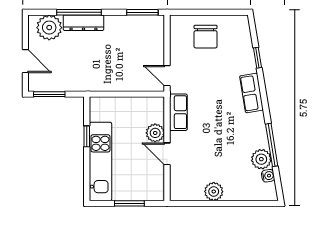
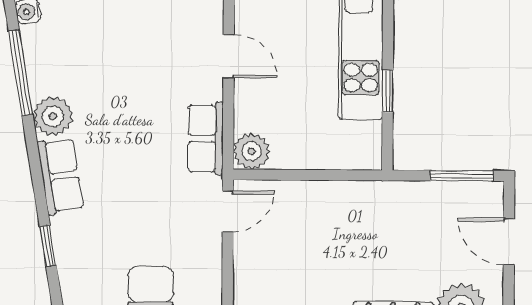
door: (167, 76) -> (228, 211), hinge flipped
plant: (155, 133) -> (252, 151), moved
plant: (261, 159) -> (53, 116), moved

